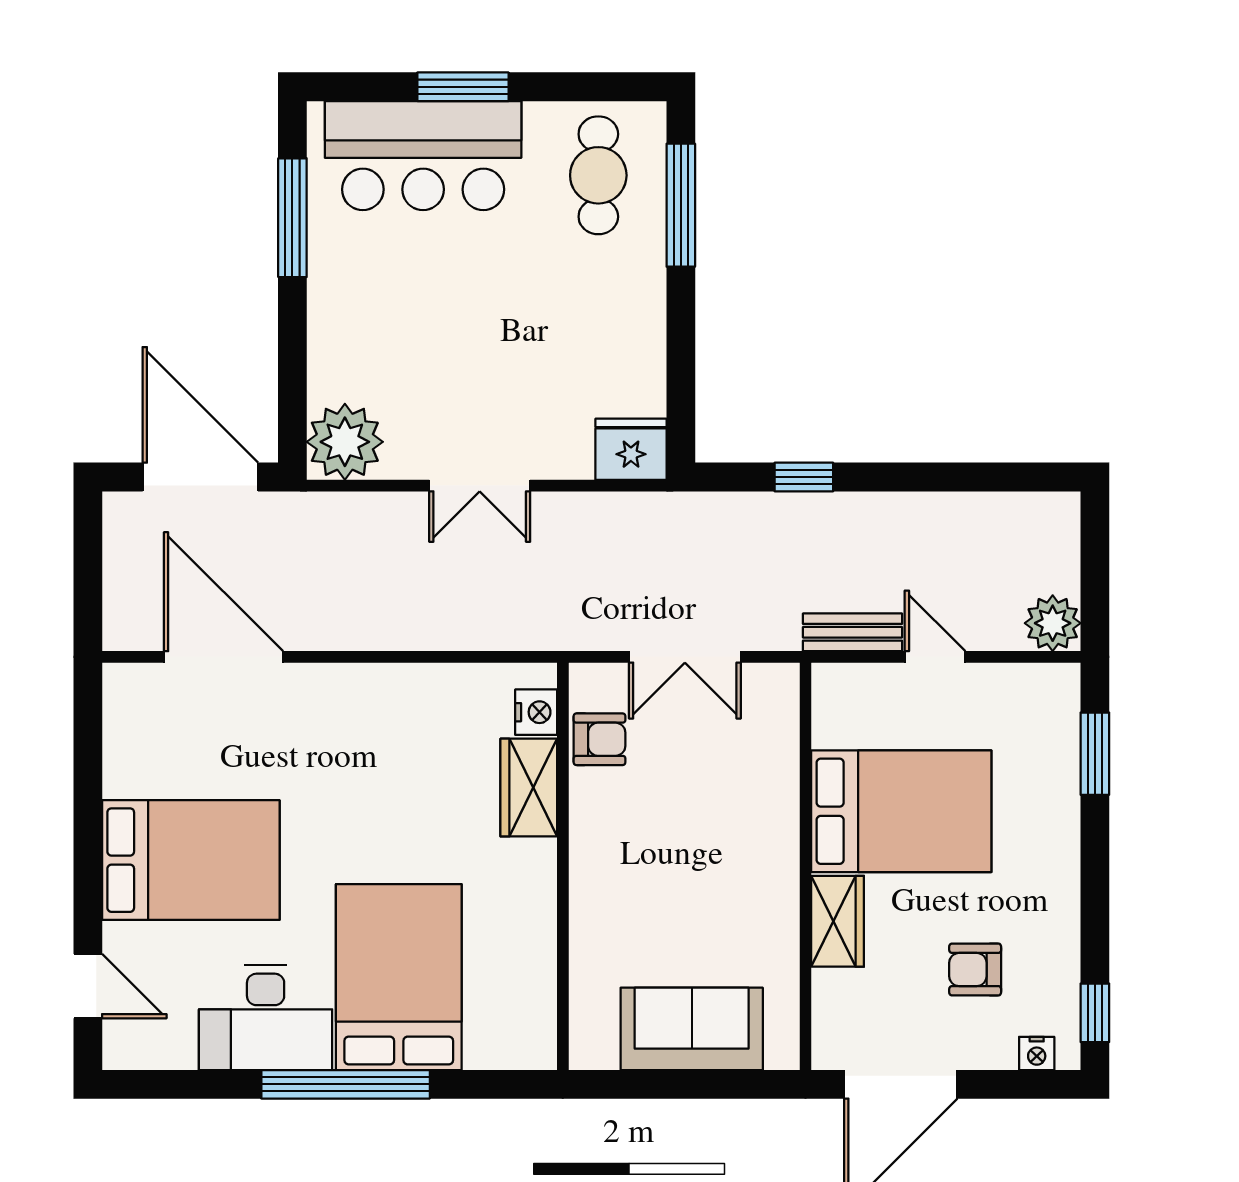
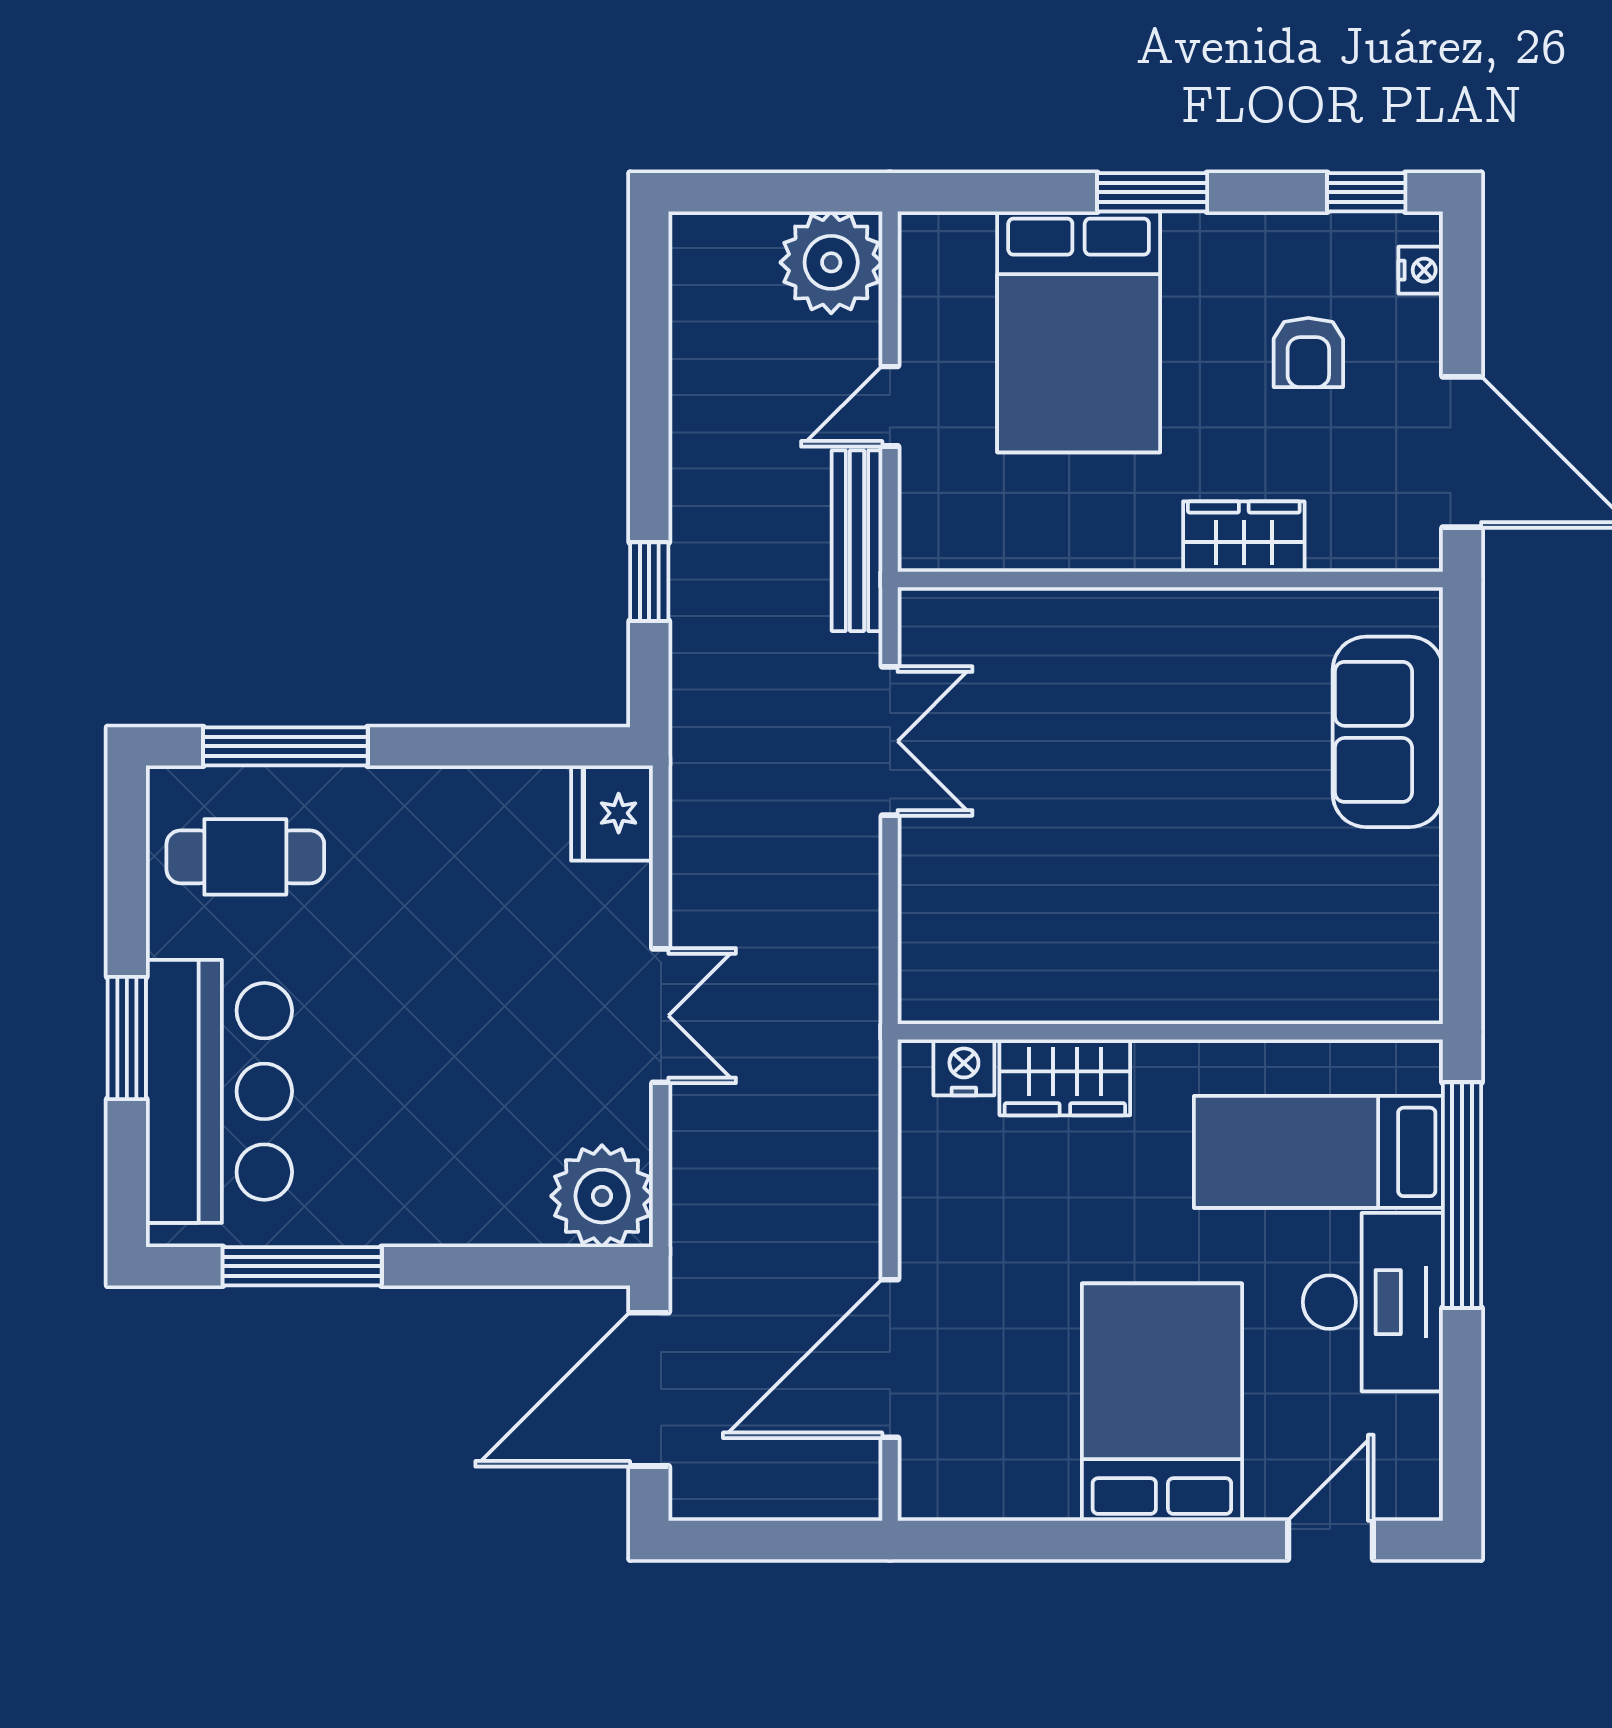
plant: (1053, 623) -> (831, 262), width x1.36, depth x1.36
bench: (852, 632) -> (857, 541), width x1.36
nightstand: (536, 712) -> (964, 1067), moved
armchair: (599, 739) -> (1000, 855), removed
window: (1095, 754) -> (1152, 192), moved
wardrobe: (529, 788) -> (1065, 1077), moved
bed: (901, 811) -> (1079, 332), moved, turned 180
wall: (563, 866) -> (1170, 1032), moved
bed: (399, 977) -> (1318, 1152), width x0.67

